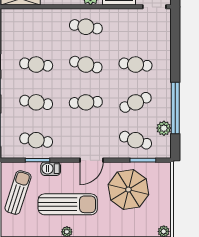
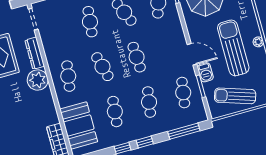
booth: (32, 23) -> (79, 125), added
cafe table: (86, 65) -> (102, 67), turned -30
door: (92, 160) -> (192, 54), moved

